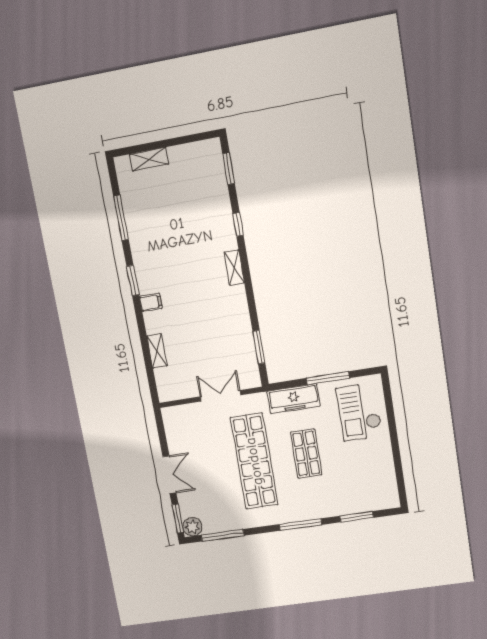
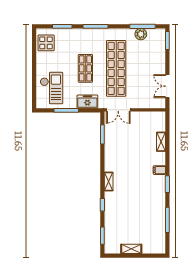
shelving: (149, 159) -> (131, 249), moved
double door: (220, 396) -> (118, 110), moved
freezer: (294, 399) -> (87, 102), width x0.71
double door: (169, 475) -> (167, 86), moved
display table: (380, 486) -> (46, 43), added
plant: (192, 527) -> (141, 34), moved

